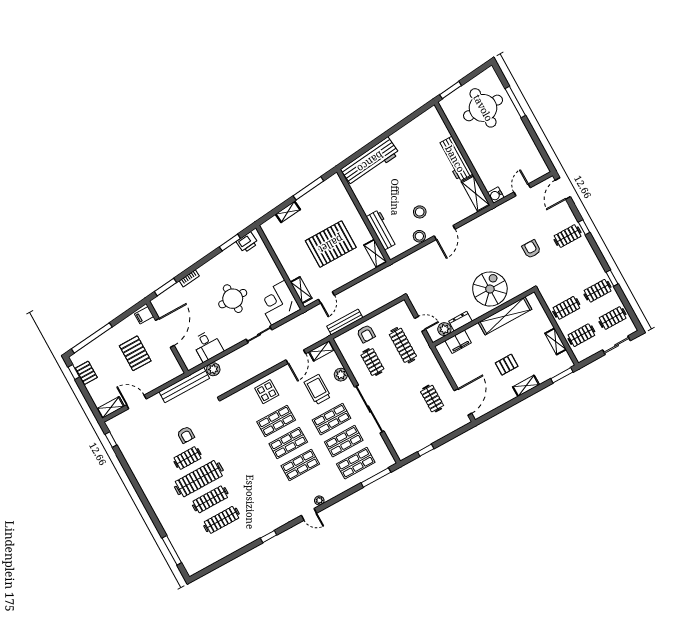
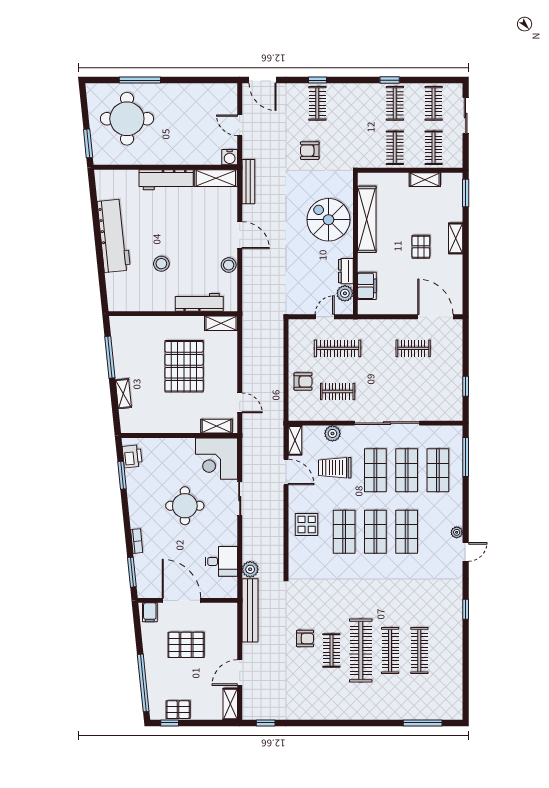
workbench: (370, 162) -> (114, 236), moved
stool: (420, 212) -> (161, 264), moved
bench: (345, 322) -> (248, 182), moved

